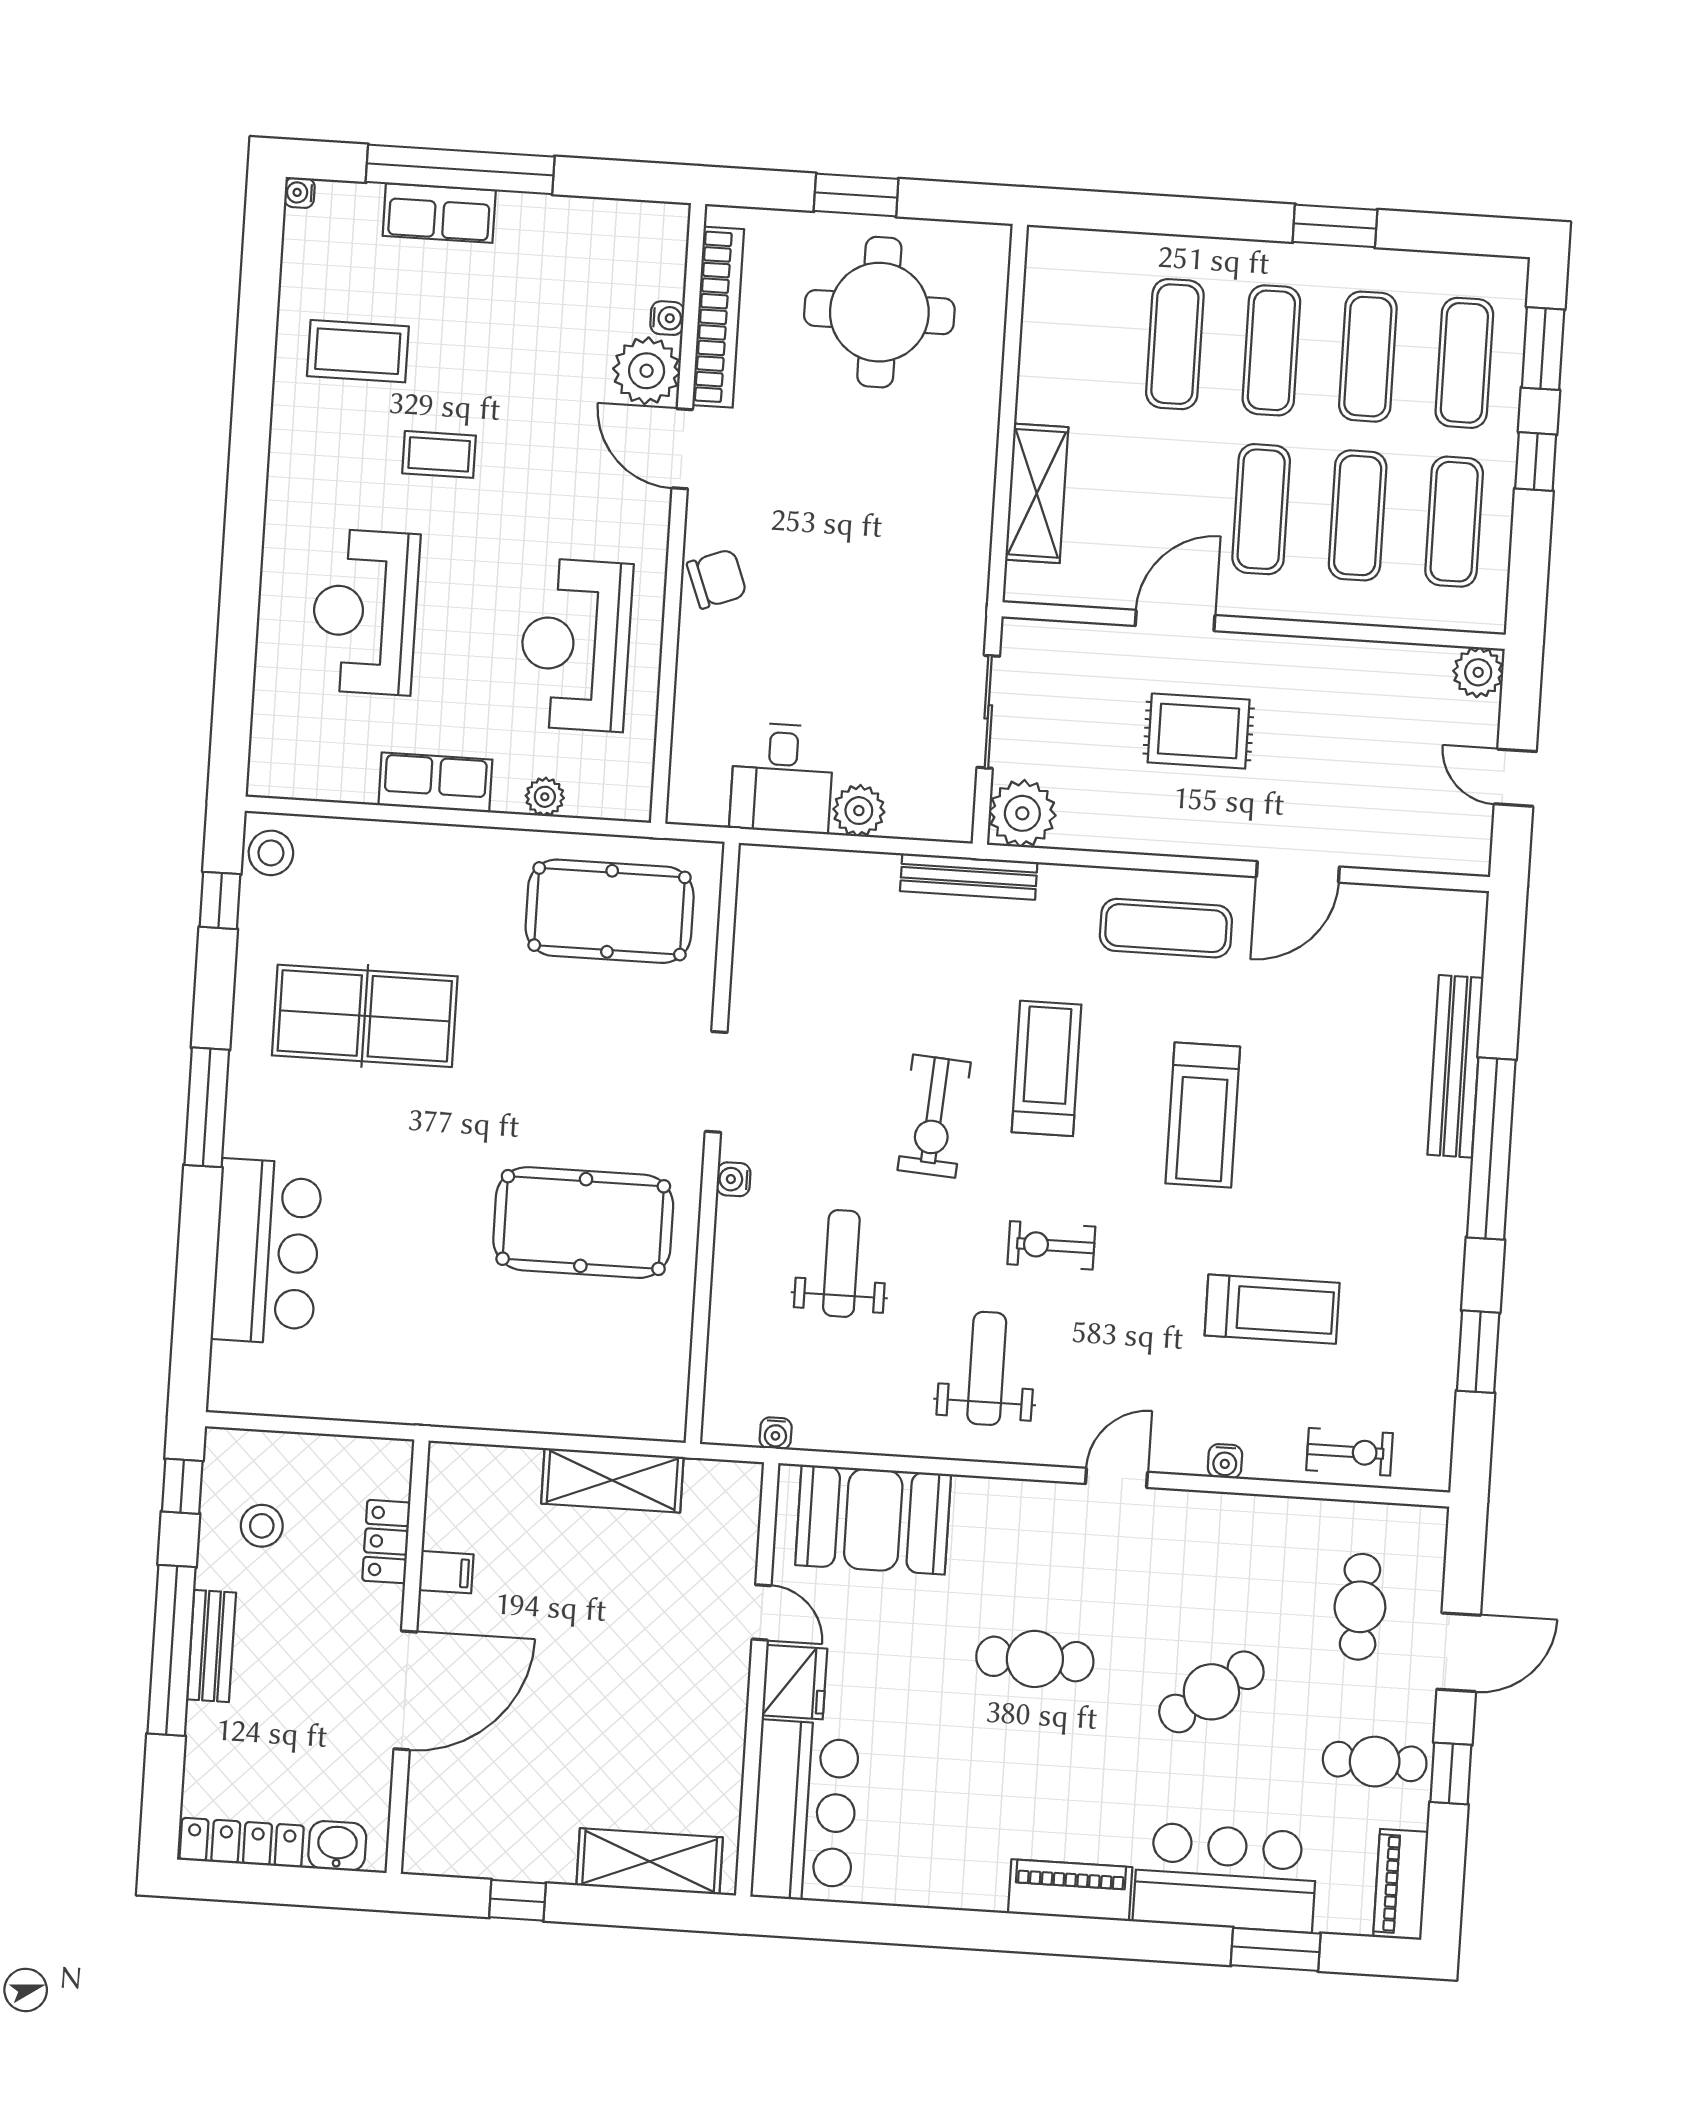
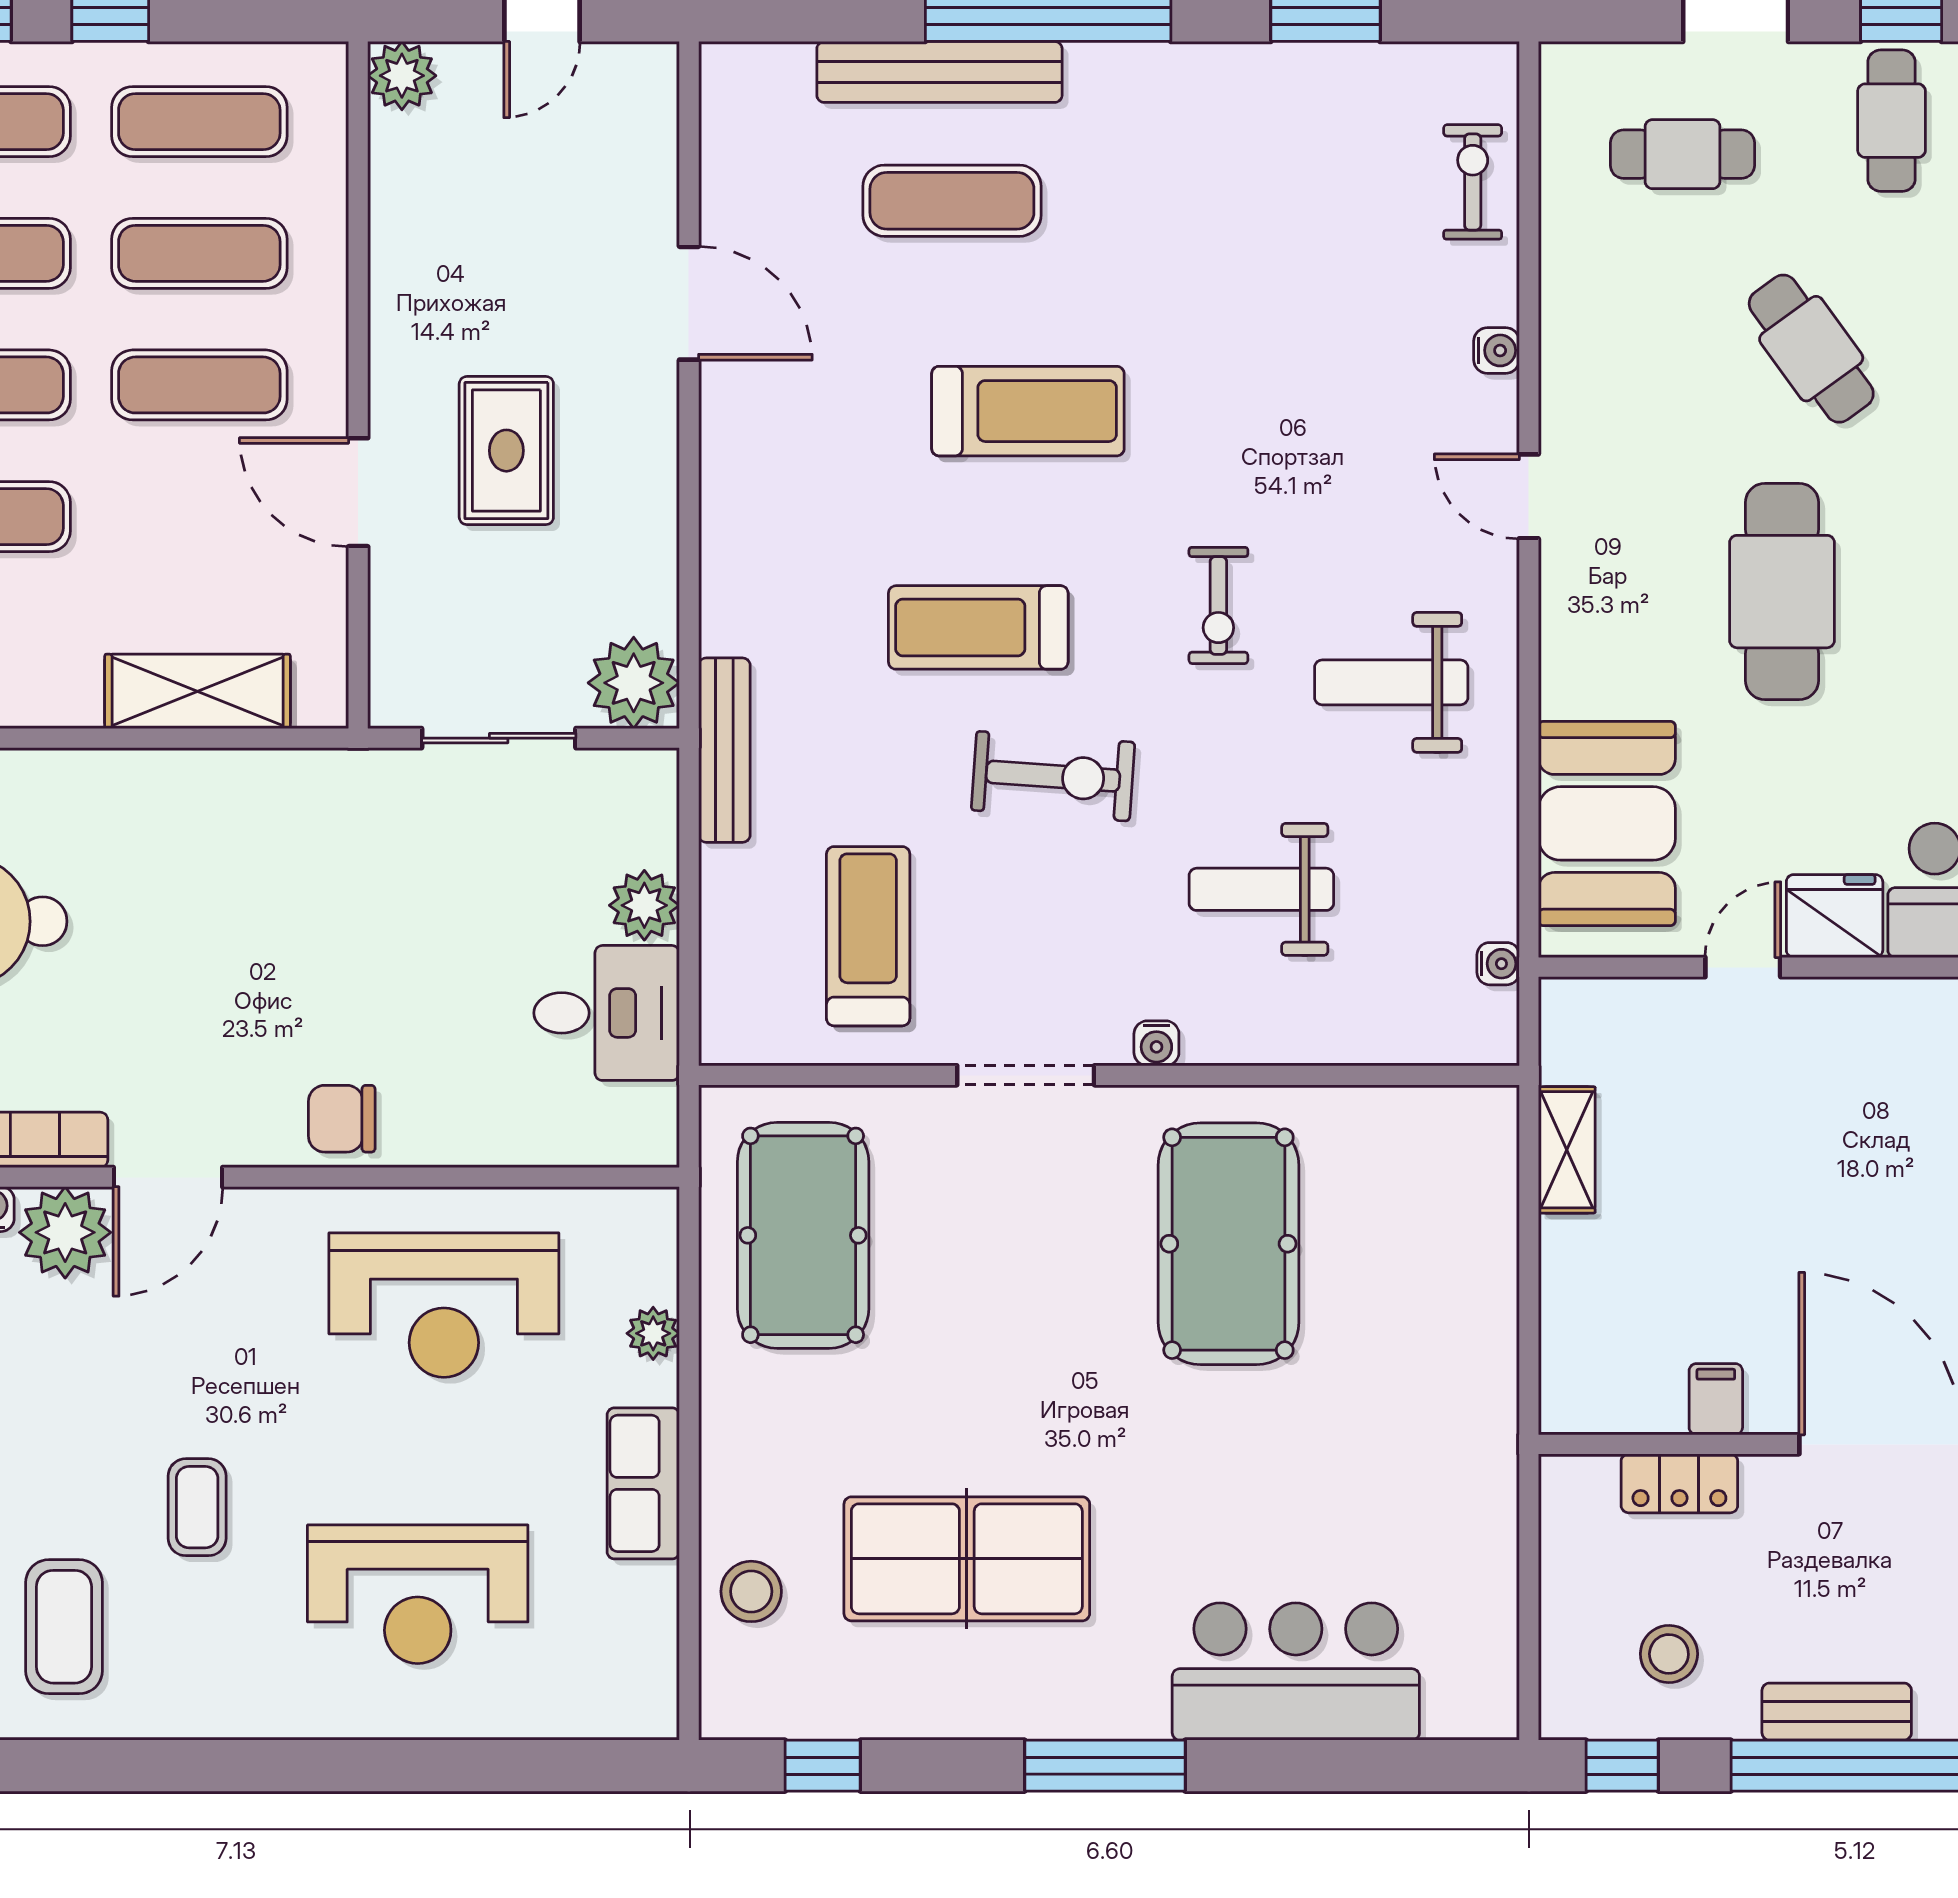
chair: (717, 579) -> (342, 1119), turned -69
stool: (271, 853) -> (751, 1591), moved
exercise mat: (1166, 928) -> (952, 201), moved, turned 90
table tennis table: (365, 1016) -> (967, 1559), turned 90
treadmill: (1272, 1309) -> (868, 936), moved
shelving: (612, 1480) -> (1567, 1150), width x0.67, depth x0.75
cafe table: (1035, 1659) -> (1782, 592), width x1.37, depth x1.35

